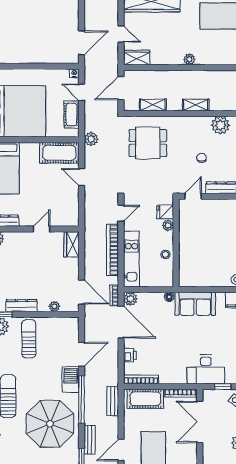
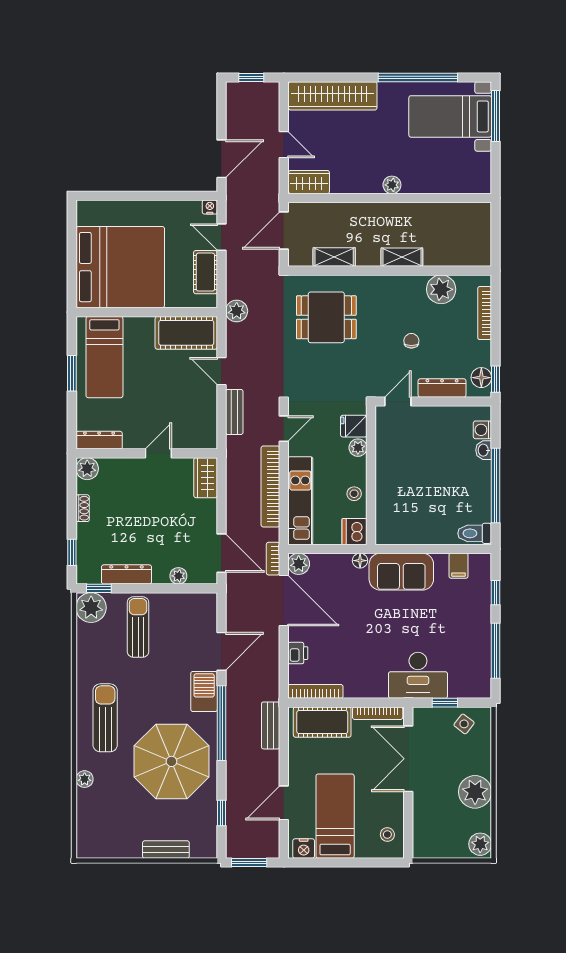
dishwasher: (166, 278) -> (354, 532), added
bench: (90, 440) -> (234, 412), moved

